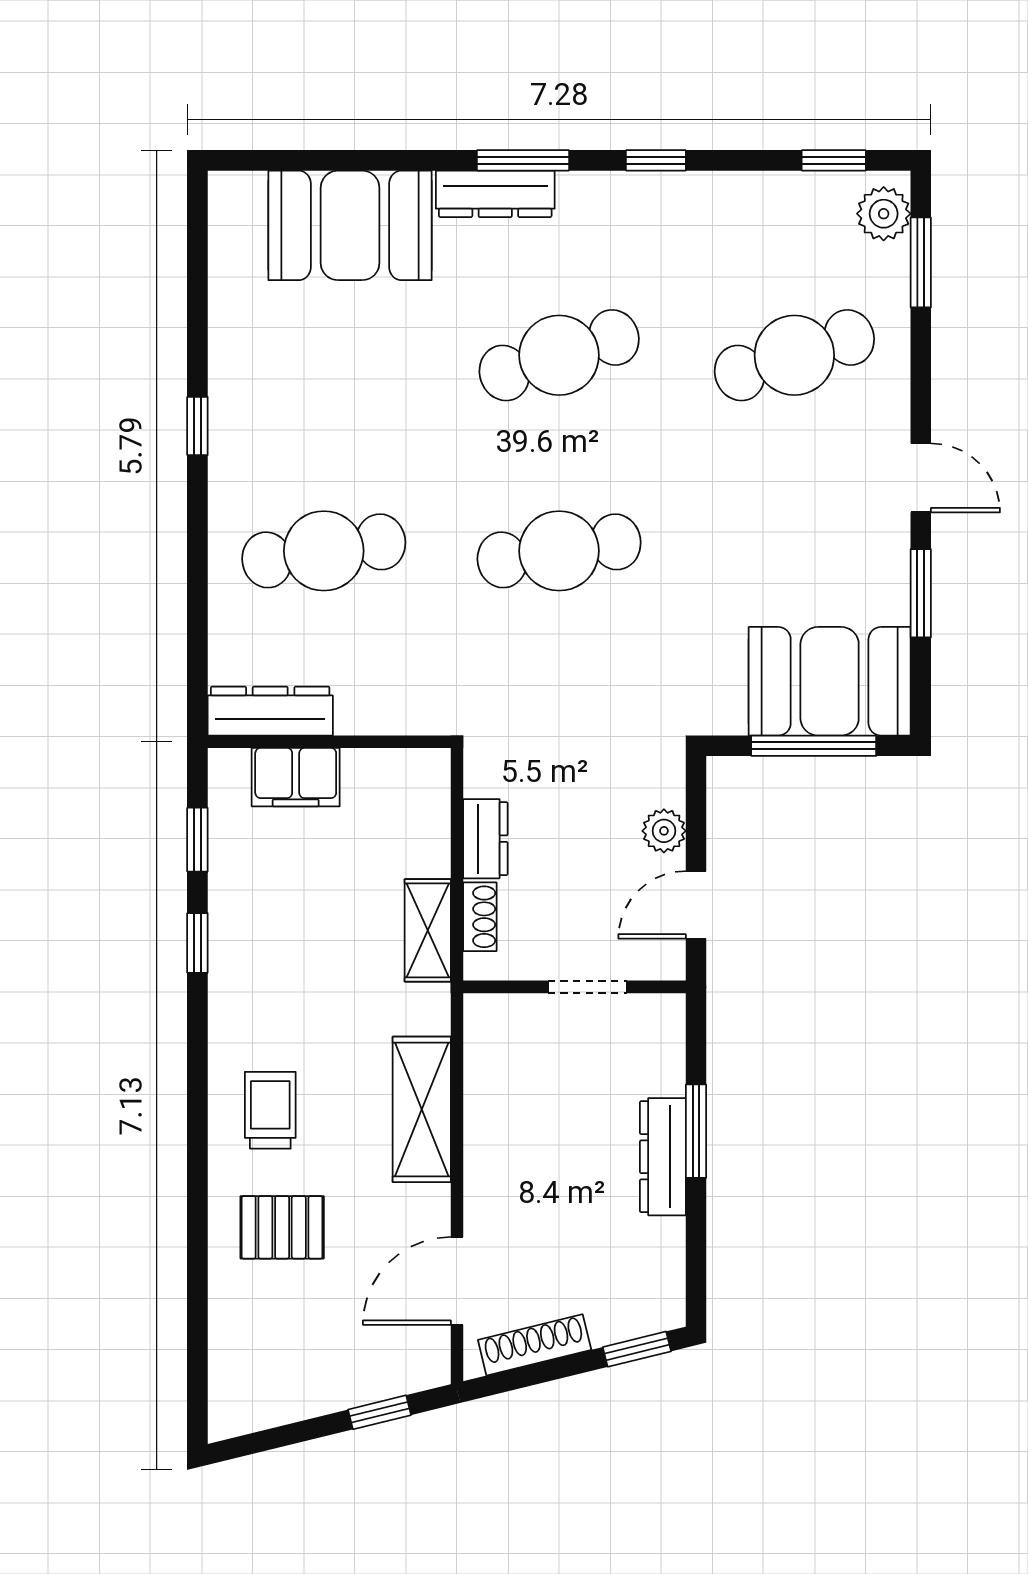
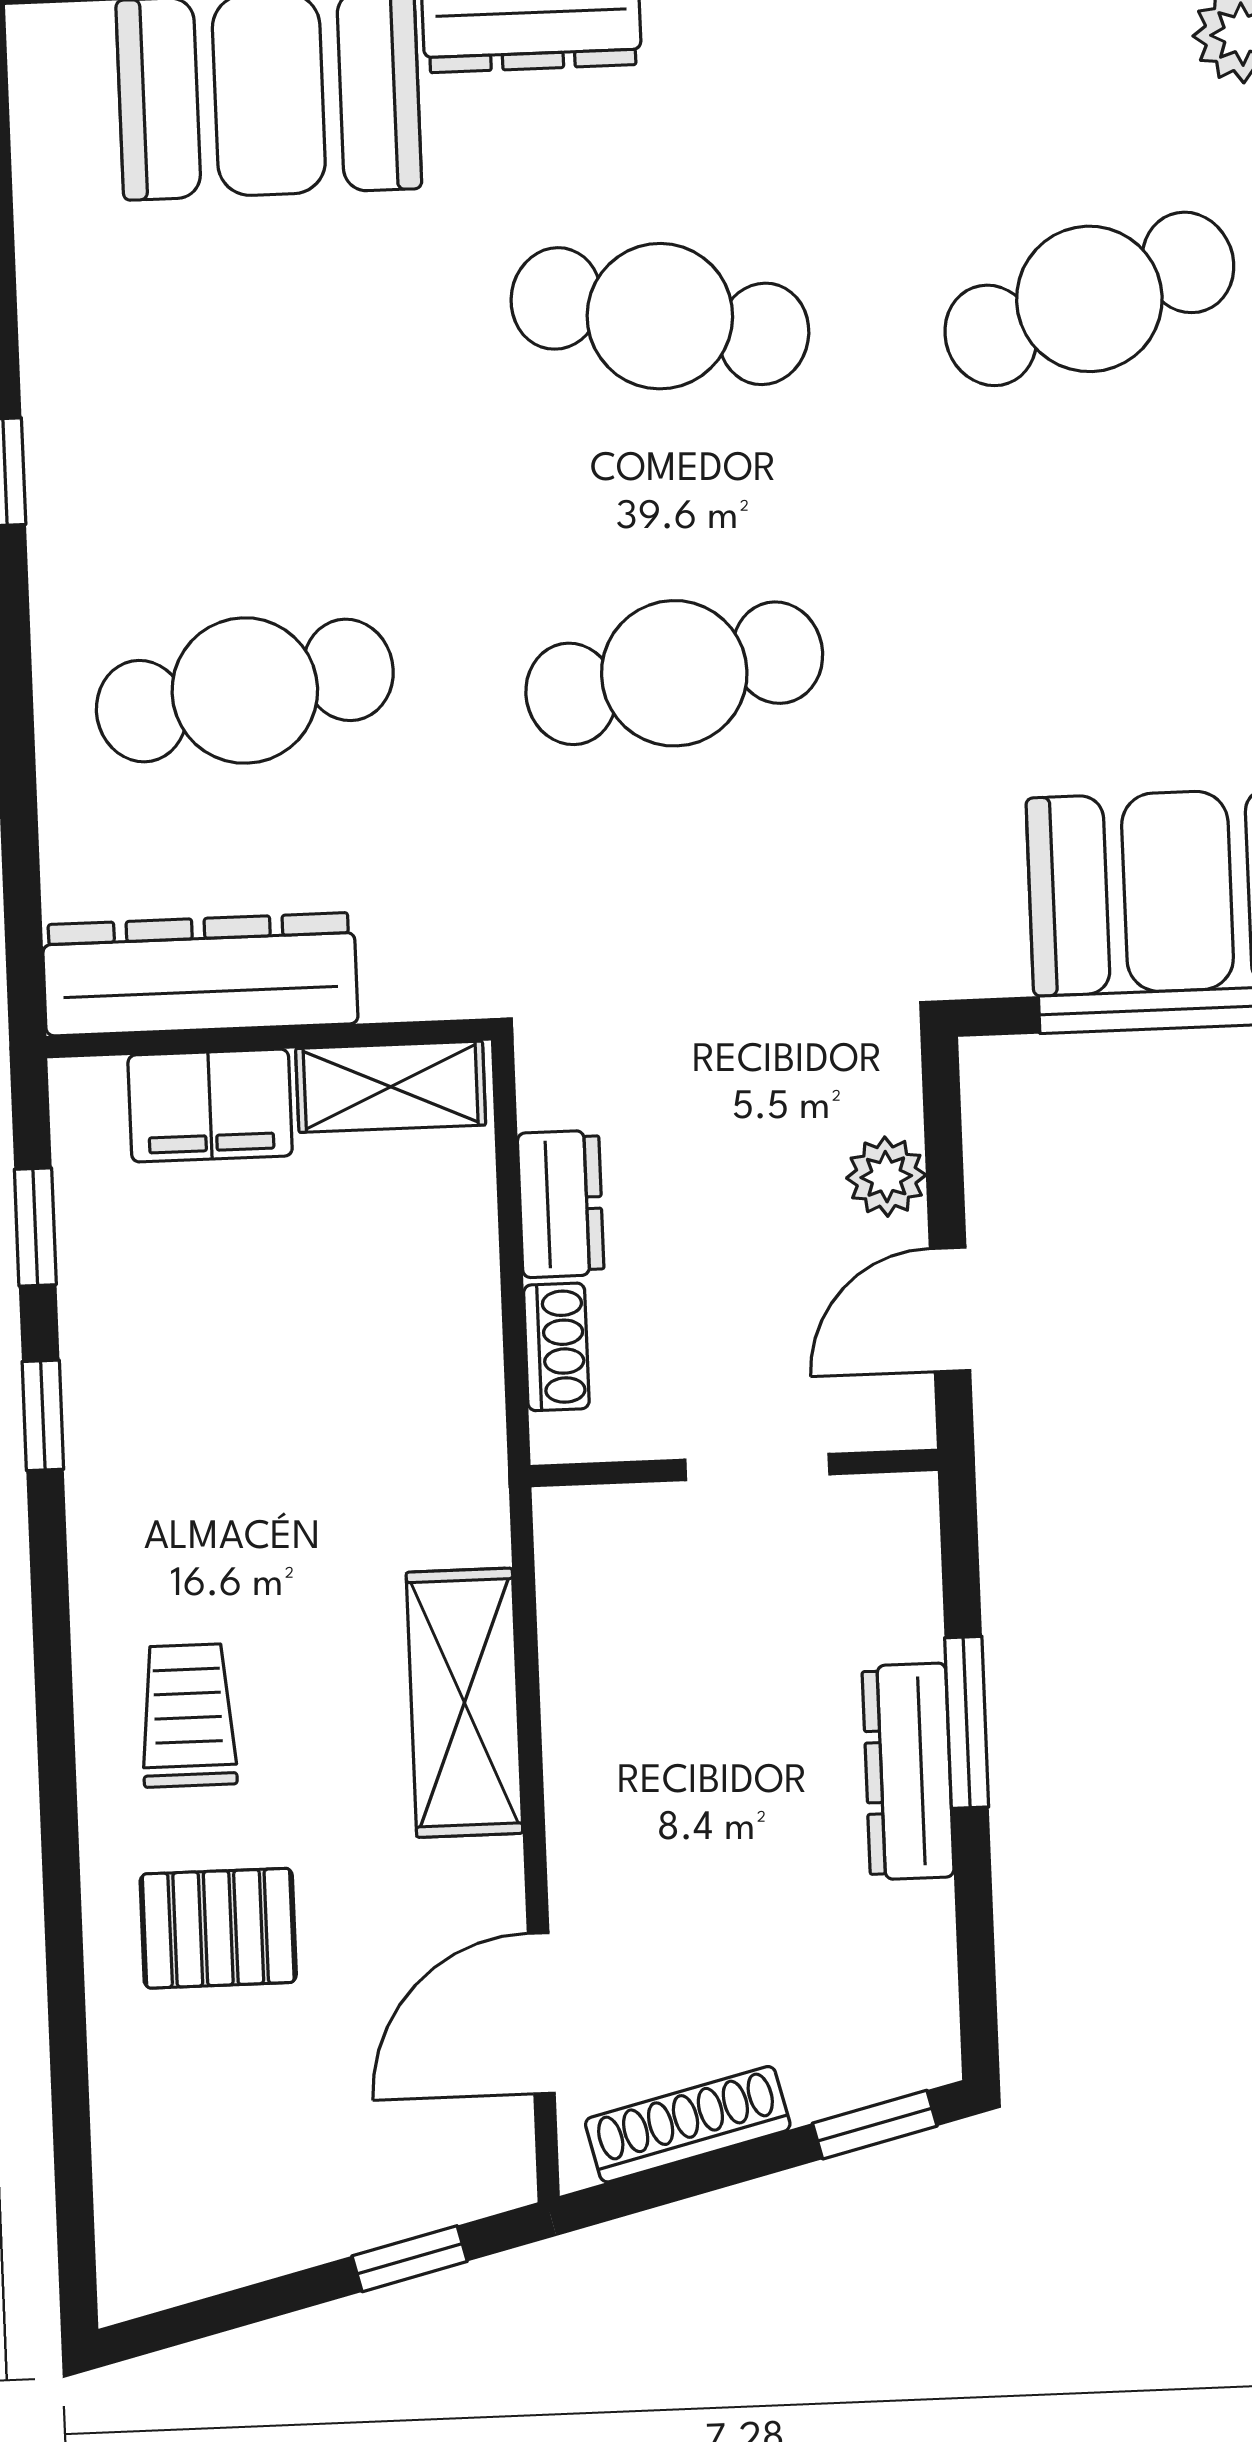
cafe table: (559, 355) -> (660, 316), turned 30
dresser: (270, 711) -> (200, 974), width x1.37, depth x1.24
shelving: (428, 930) -> (391, 1087), moved, turned 90

